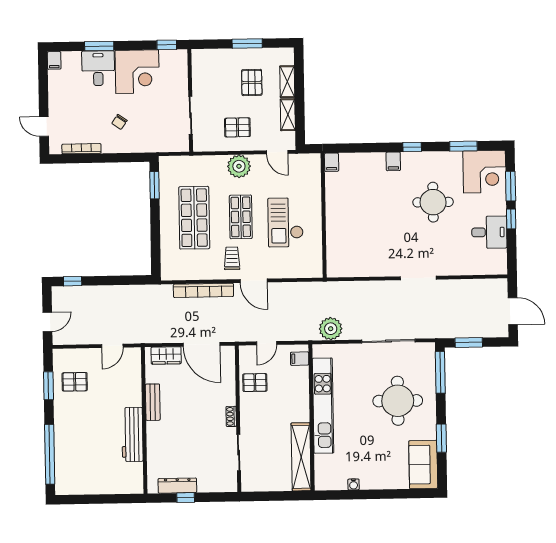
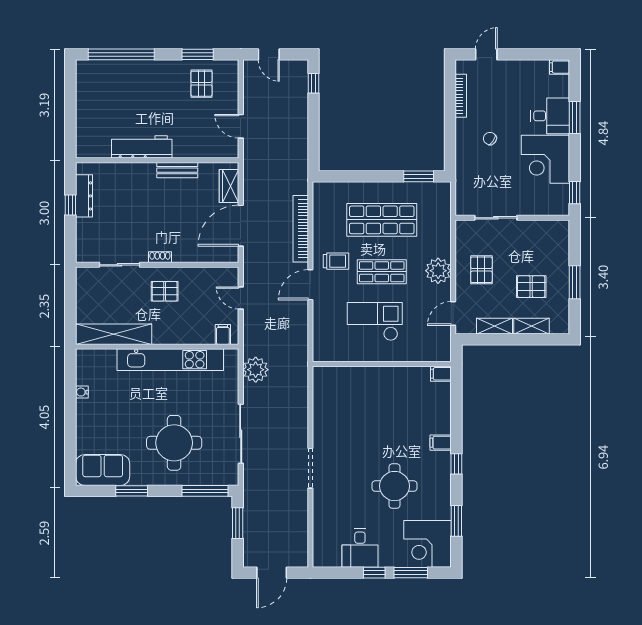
pallet: (255, 383) -> (165, 291), moved, turned 90

